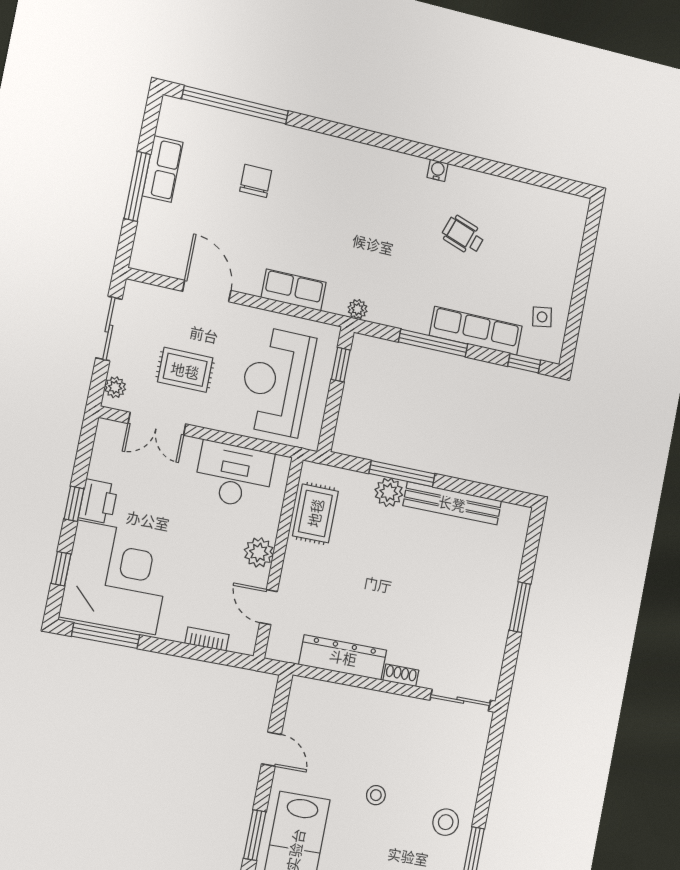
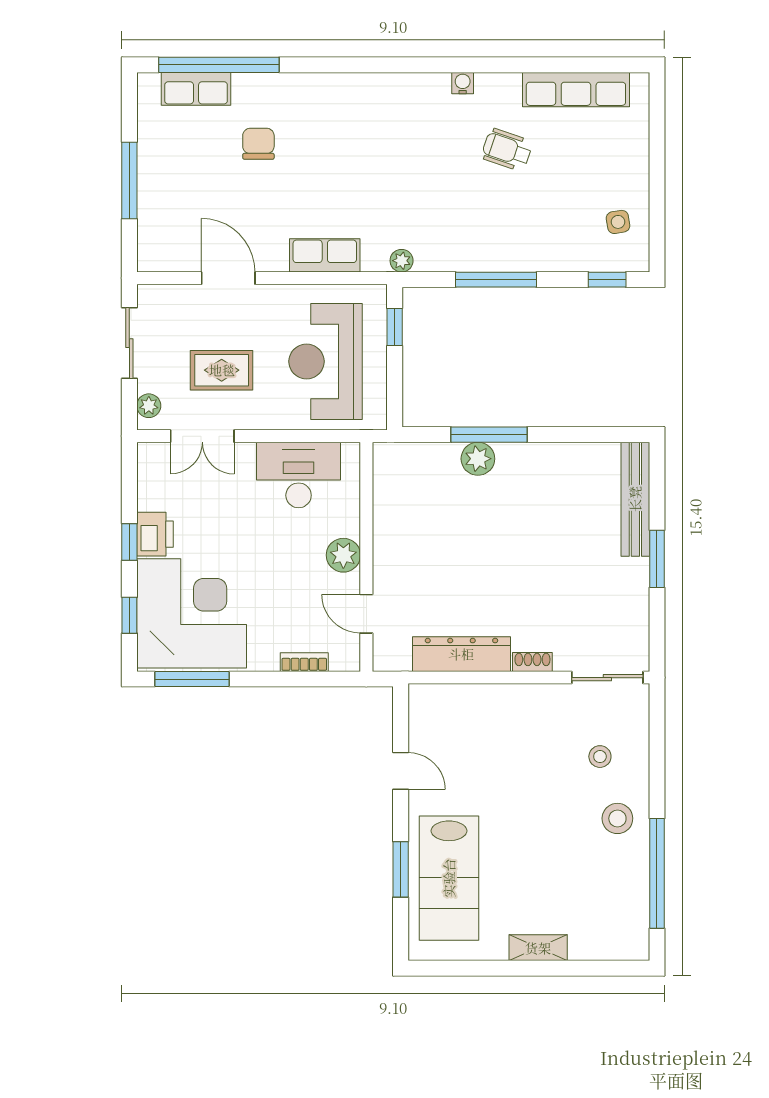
row of seats: (163, 169) -> (196, 89), moved, turned 90
row of seats: (476, 331) -> (576, 90), moved, turned 180
bench: (452, 503) -> (635, 499), moved, turned 90
rug: (315, 513) -> (399, 499), removed
stool: (376, 795) -> (600, 757), moved

